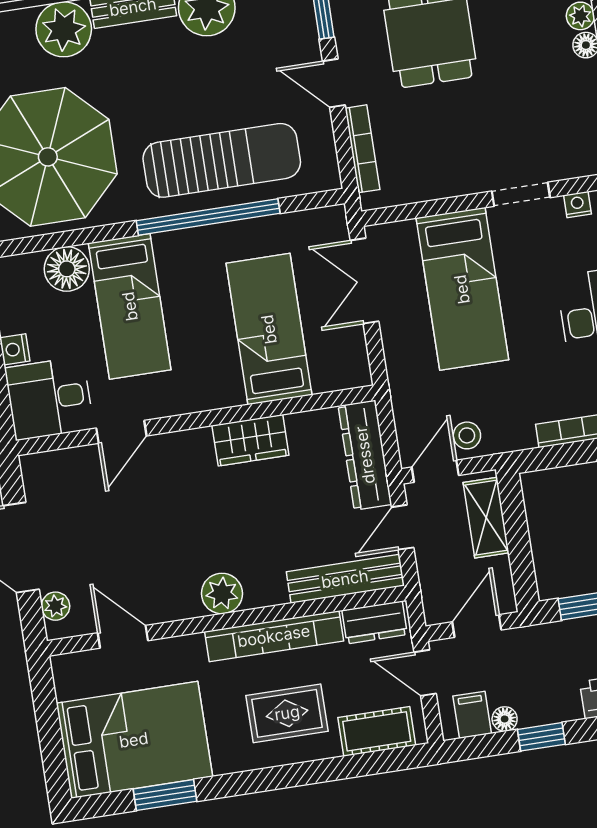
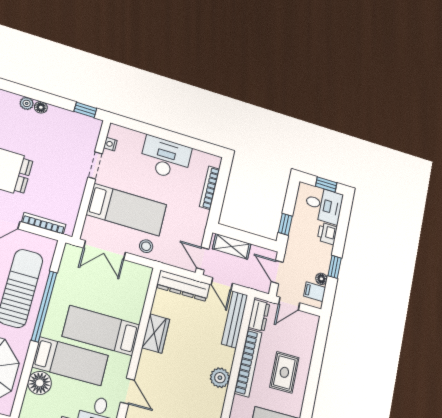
bed: (269, 329) -> (101, 331), moved
stool: (467, 435) -> (146, 246), moved
cot: (377, 731) -> (307, 336), removed

